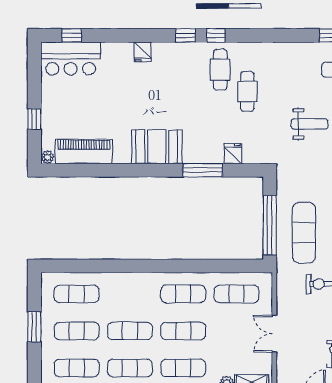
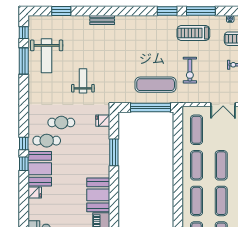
booth: (178, 59) -> (40, 169), added
booth: (157, 147) -> (98, 195), moved
fridge: (233, 154) -> (103, 121), moved
exercise mat: (130, 294) -> (197, 201), added

